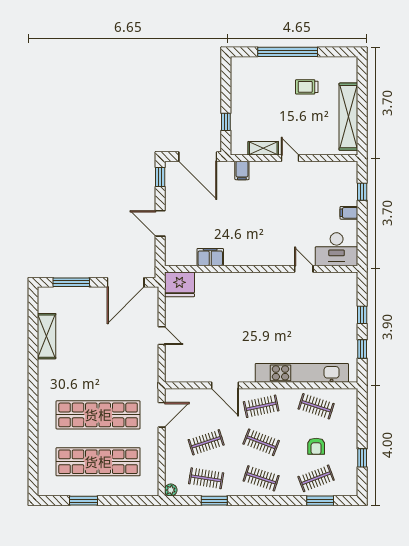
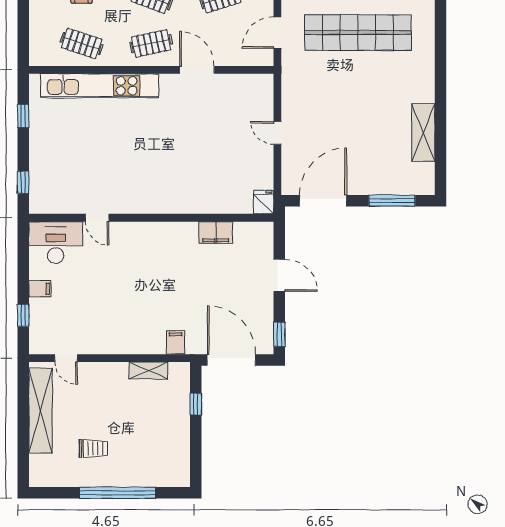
door: (290, 158) -> (66, 358), moved
fridge: (179, 284) -> (264, 202), width x0.53, depth x0.75
window: (362, 315) -> (23, 182), moved

